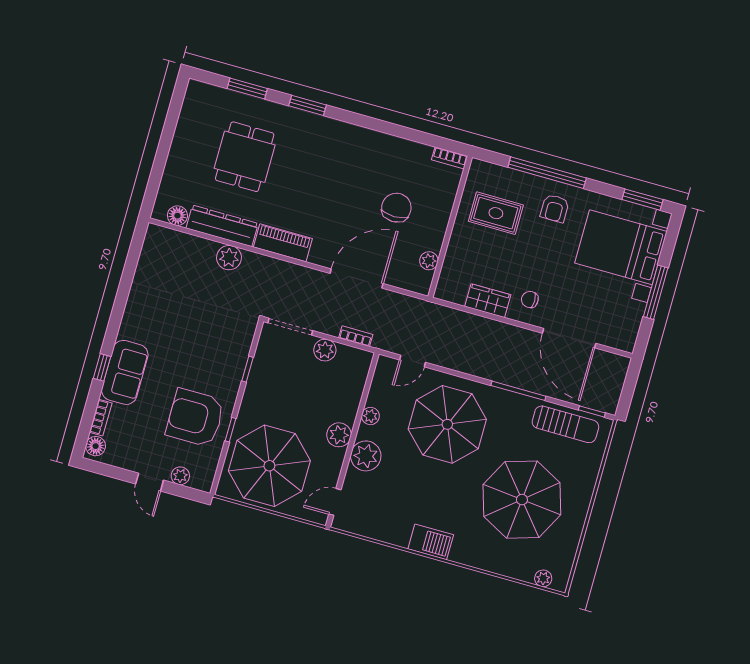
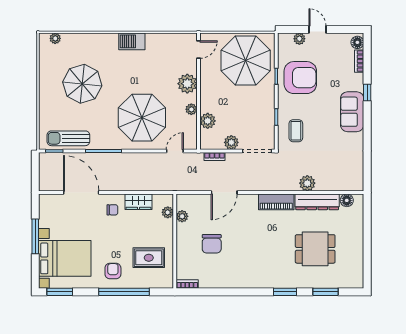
dining table: (245, 157) -> (315, 249), turned 90
plant: (449, 273) -> (168, 212), added
door: (357, 278) -> (224, 193), width x0.73
coffee table: (224, 340) -> (296, 131), added
sofa: (125, 372) -> (352, 112), moved
plant: (339, 435) -> (208, 121), moved
parasol: (522, 500) -> (82, 84), width x0.73, depth x0.73

